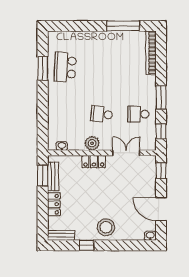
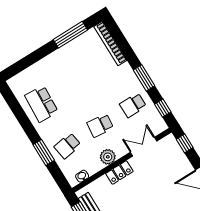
window: (43, 68) -> (44, 152), moved
school desk: (65, 114) -> (67, 146), added

